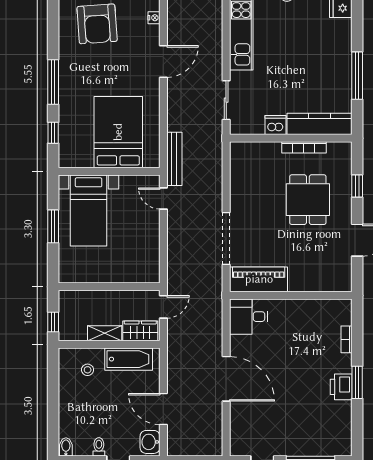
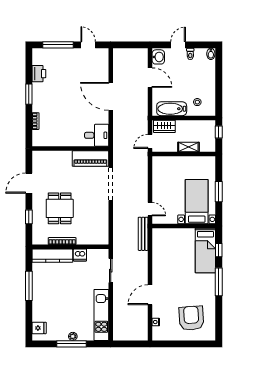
bed: (118, 132) -> (205, 251), moved, width x0.67
shelving: (105, 333) -> (188, 147), moved
printer: (341, 387) -> (39, 74), moved

